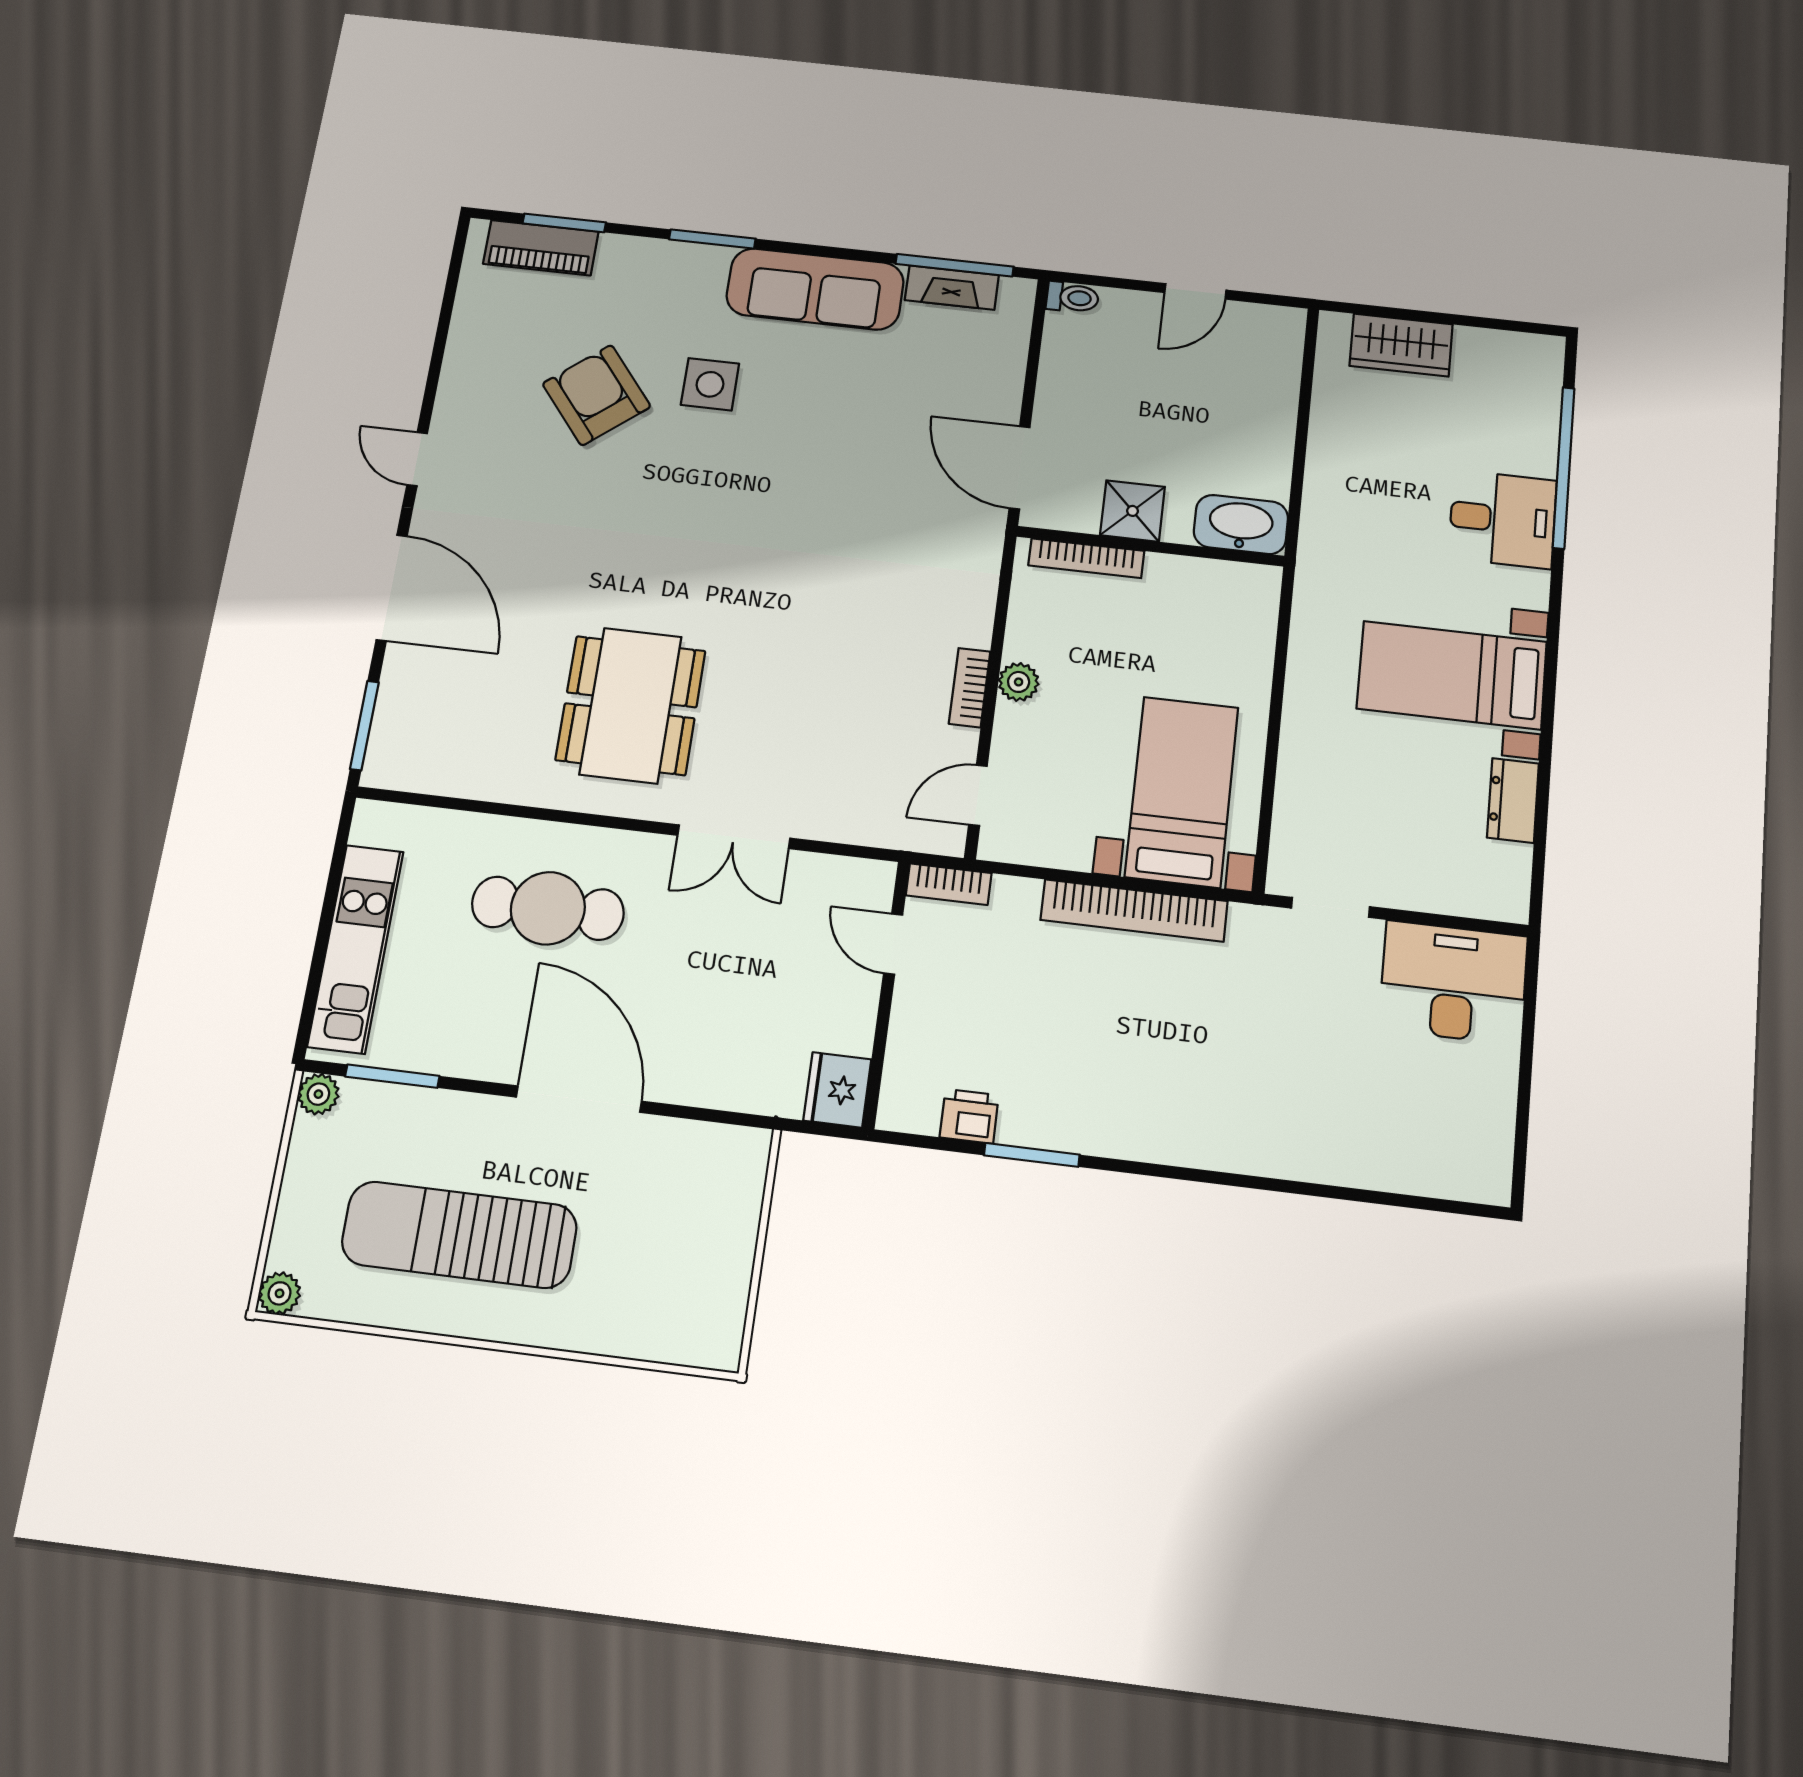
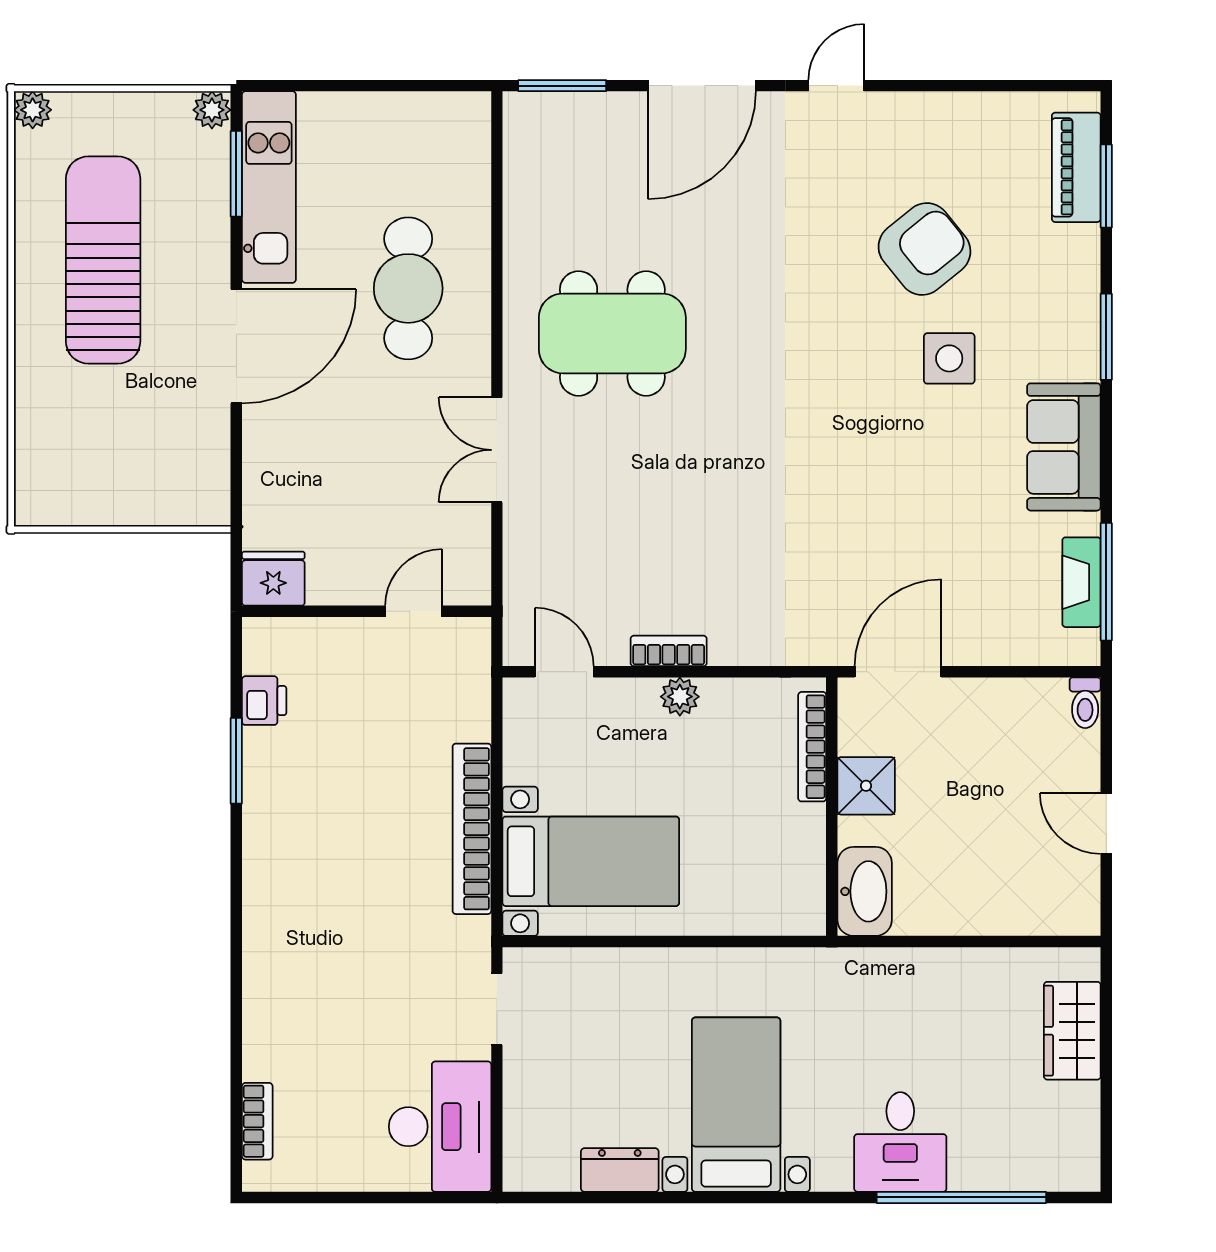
sofa: (815, 289) -> (1064, 447), width x0.73
bookcase: (949, 884) -> (257, 1121), moved, turned 180
kitchen unit: (356, 949) -> (269, 187), moved, turned -90

